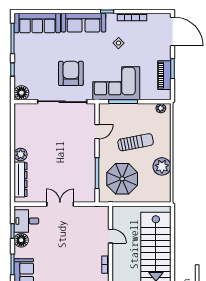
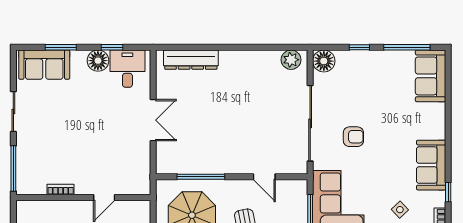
sofa: (37, 23) -> (431, 76), width x0.73
sofa: (84, 23) -> (431, 165), width x0.73
armchair: (71, 73) -> (353, 137), width x0.53, depth x0.53
plant: (21, 154) -> (291, 60), moved

